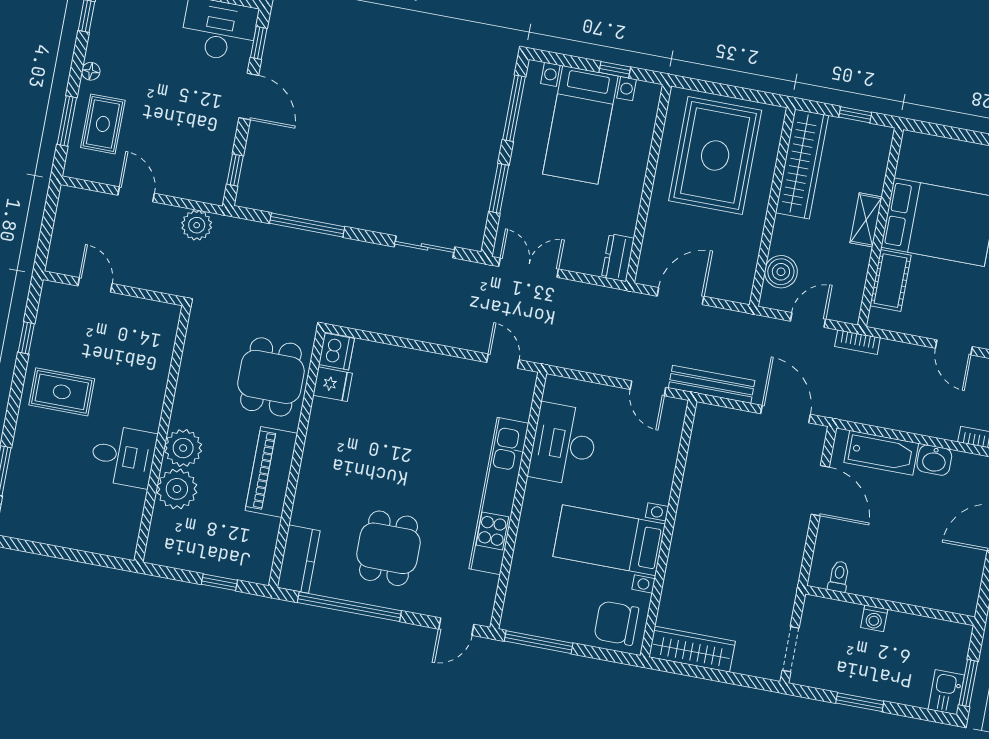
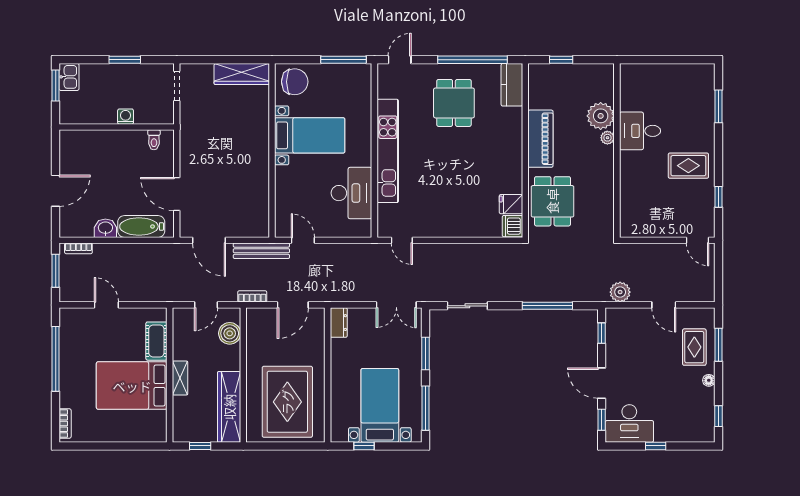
door: (95, 285) -> (698, 240), moved
bookcase: (857, 342) -> (252, 296), moved
plant: (183, 448) -> (607, 138), width x0.53, depth x0.53

